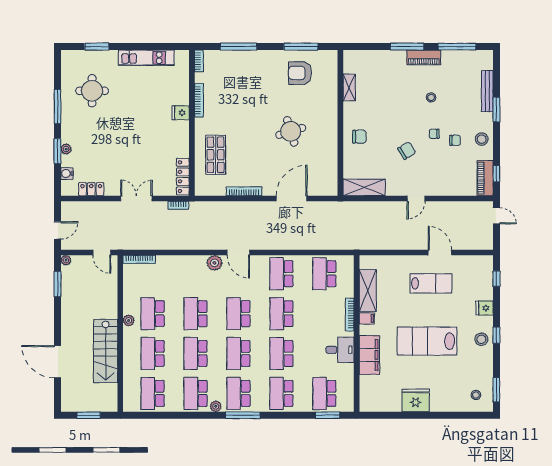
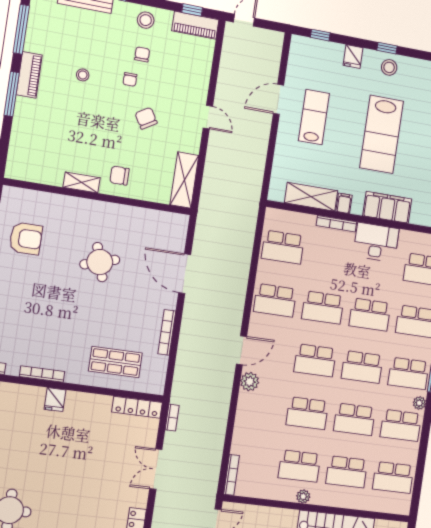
armchair: (300, 73) -> (26, 239), turned -90
shelving: (349, 88) -> (82, 183), moved
chair: (359, 137) -> (119, 176), turned -90
desk: (340, 350) -> (376, 242), width x1.37

